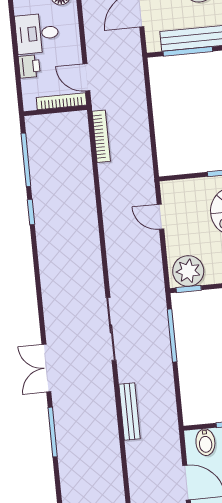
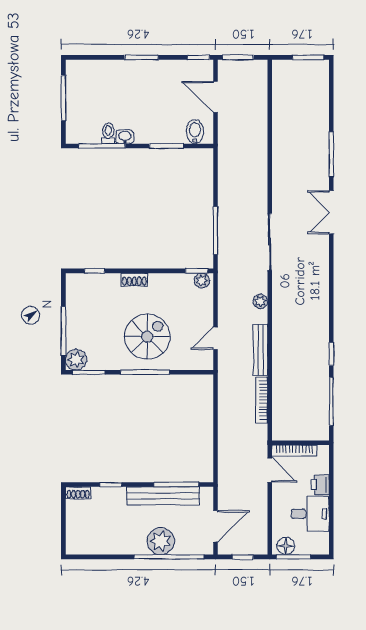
bookcase: (101, 136) -> (262, 400), moved
door: (160, 217) -> (215, 338), swing flipped
plant: (115, 262) -> (260, 301), added
plant: (188, 271) -> (202, 281), width x0.53, depth x0.53
double door: (46, 368) -> (331, 212), swing flipped
bench: (129, 411) -> (260, 350), moved

